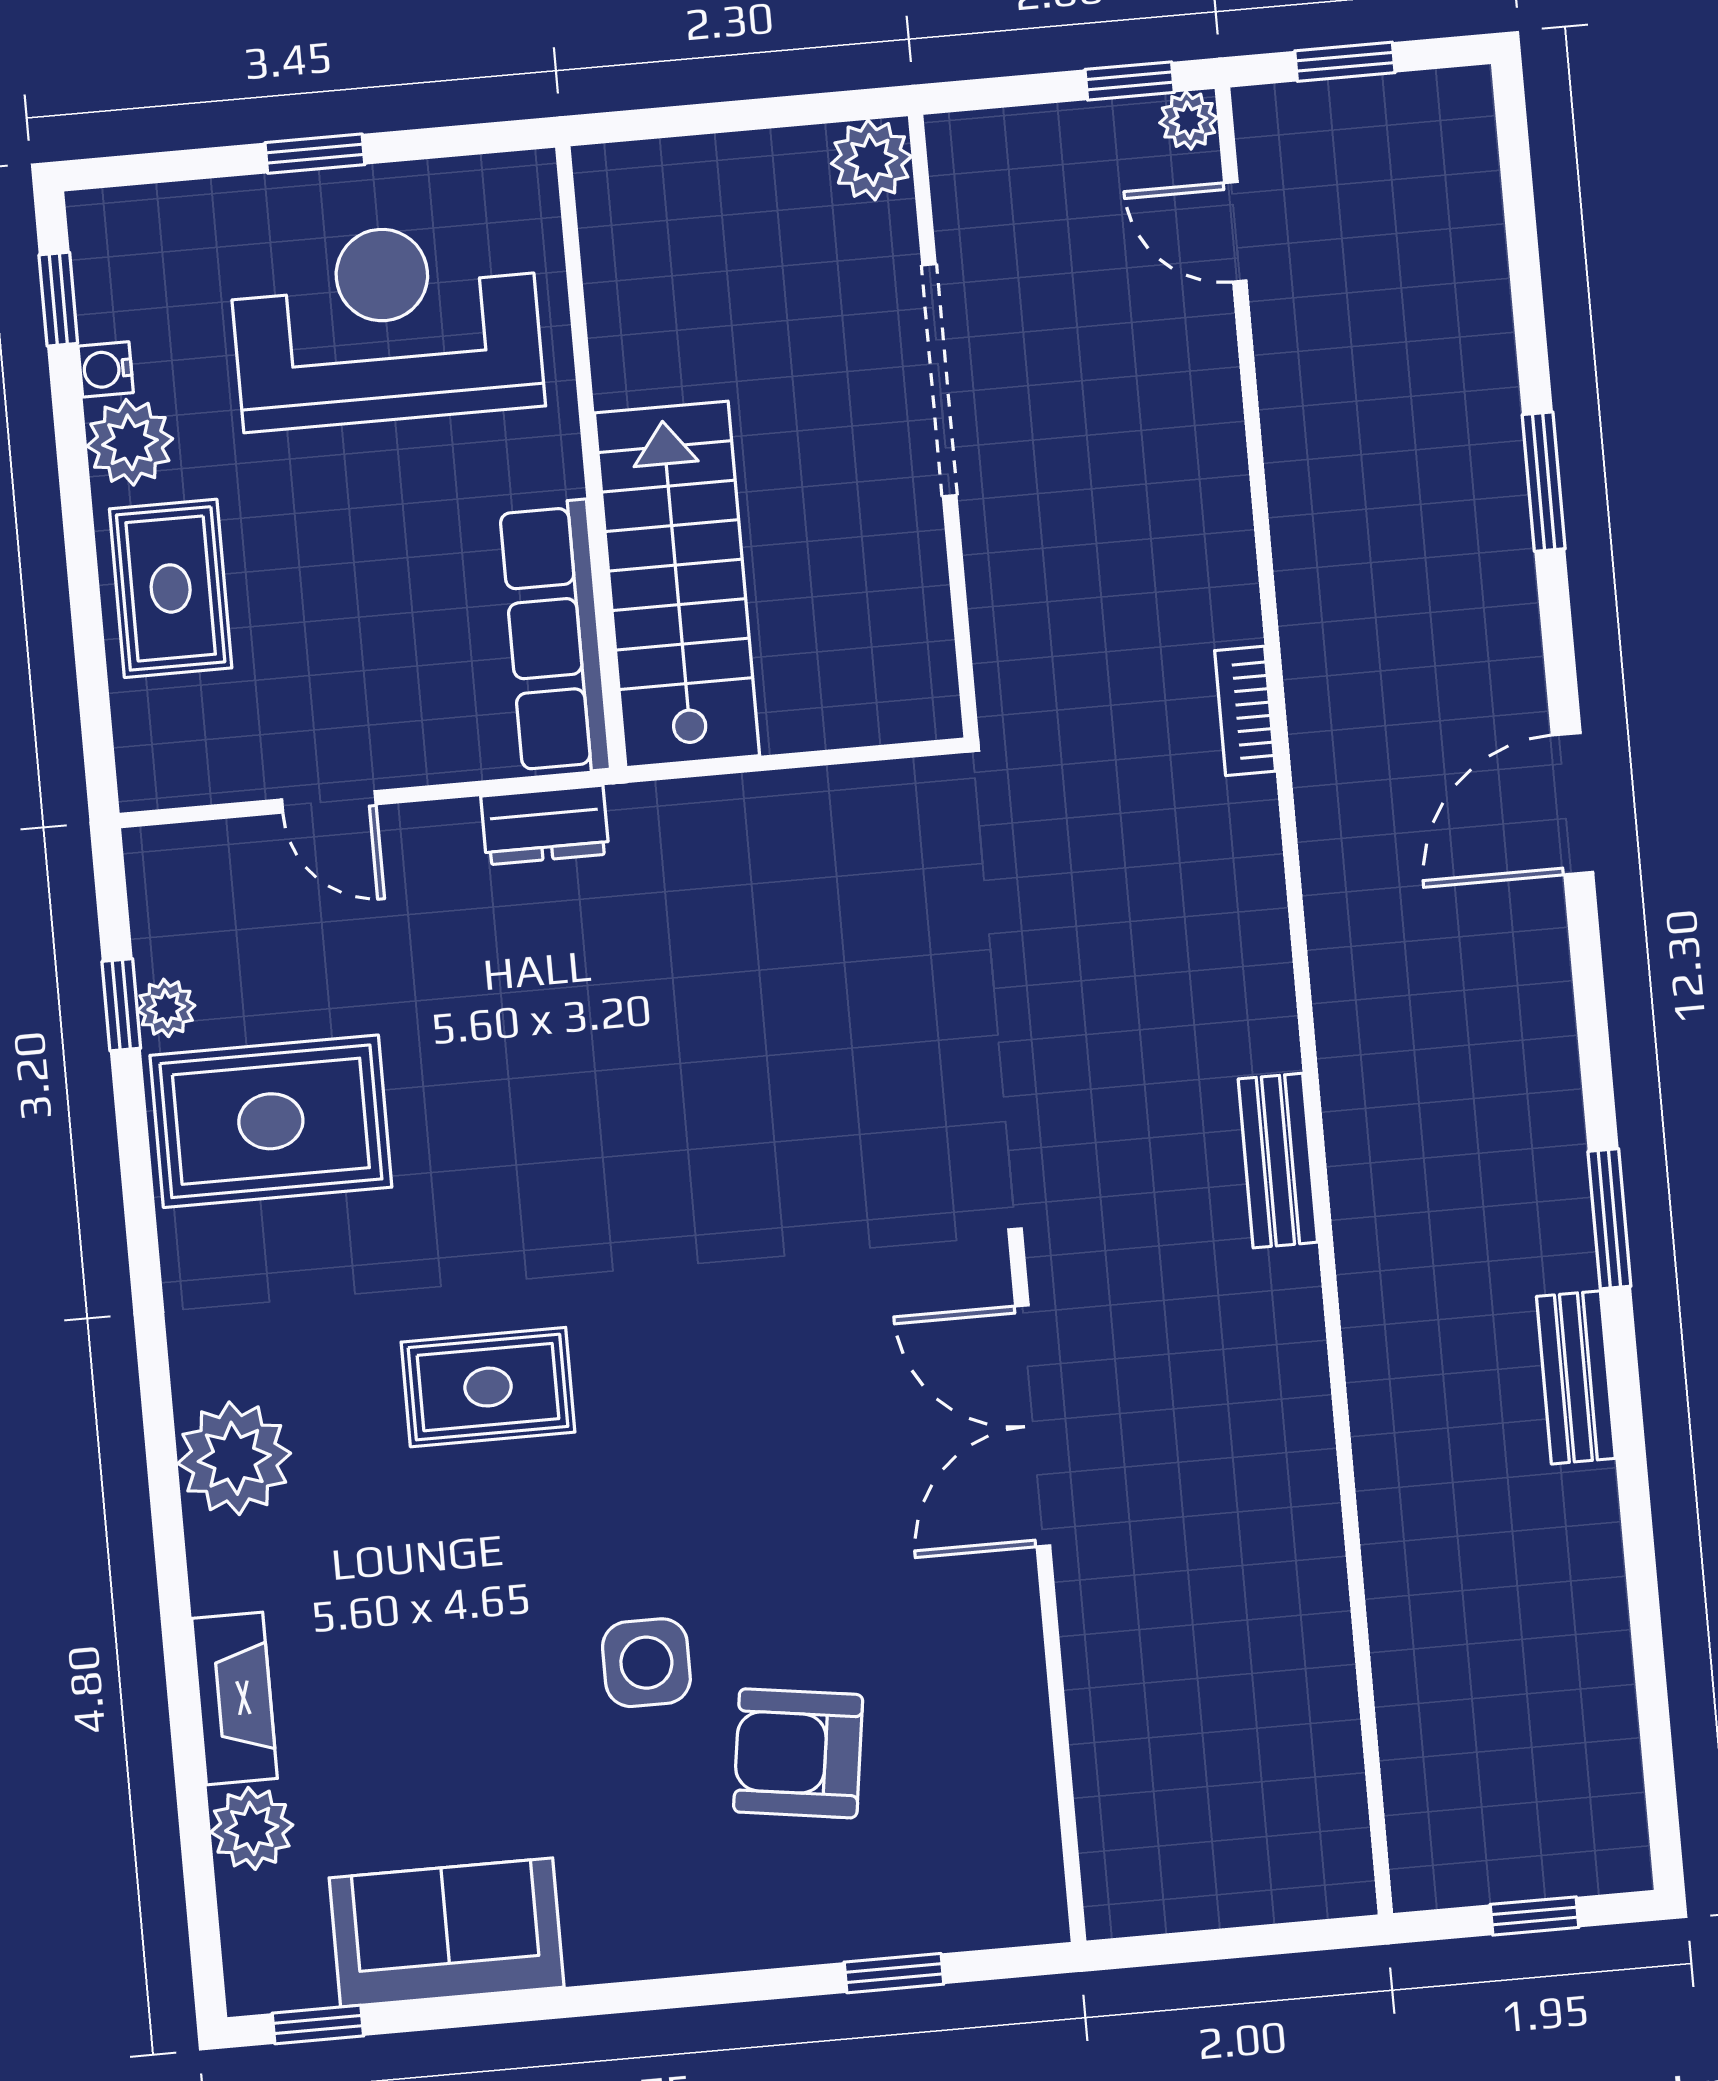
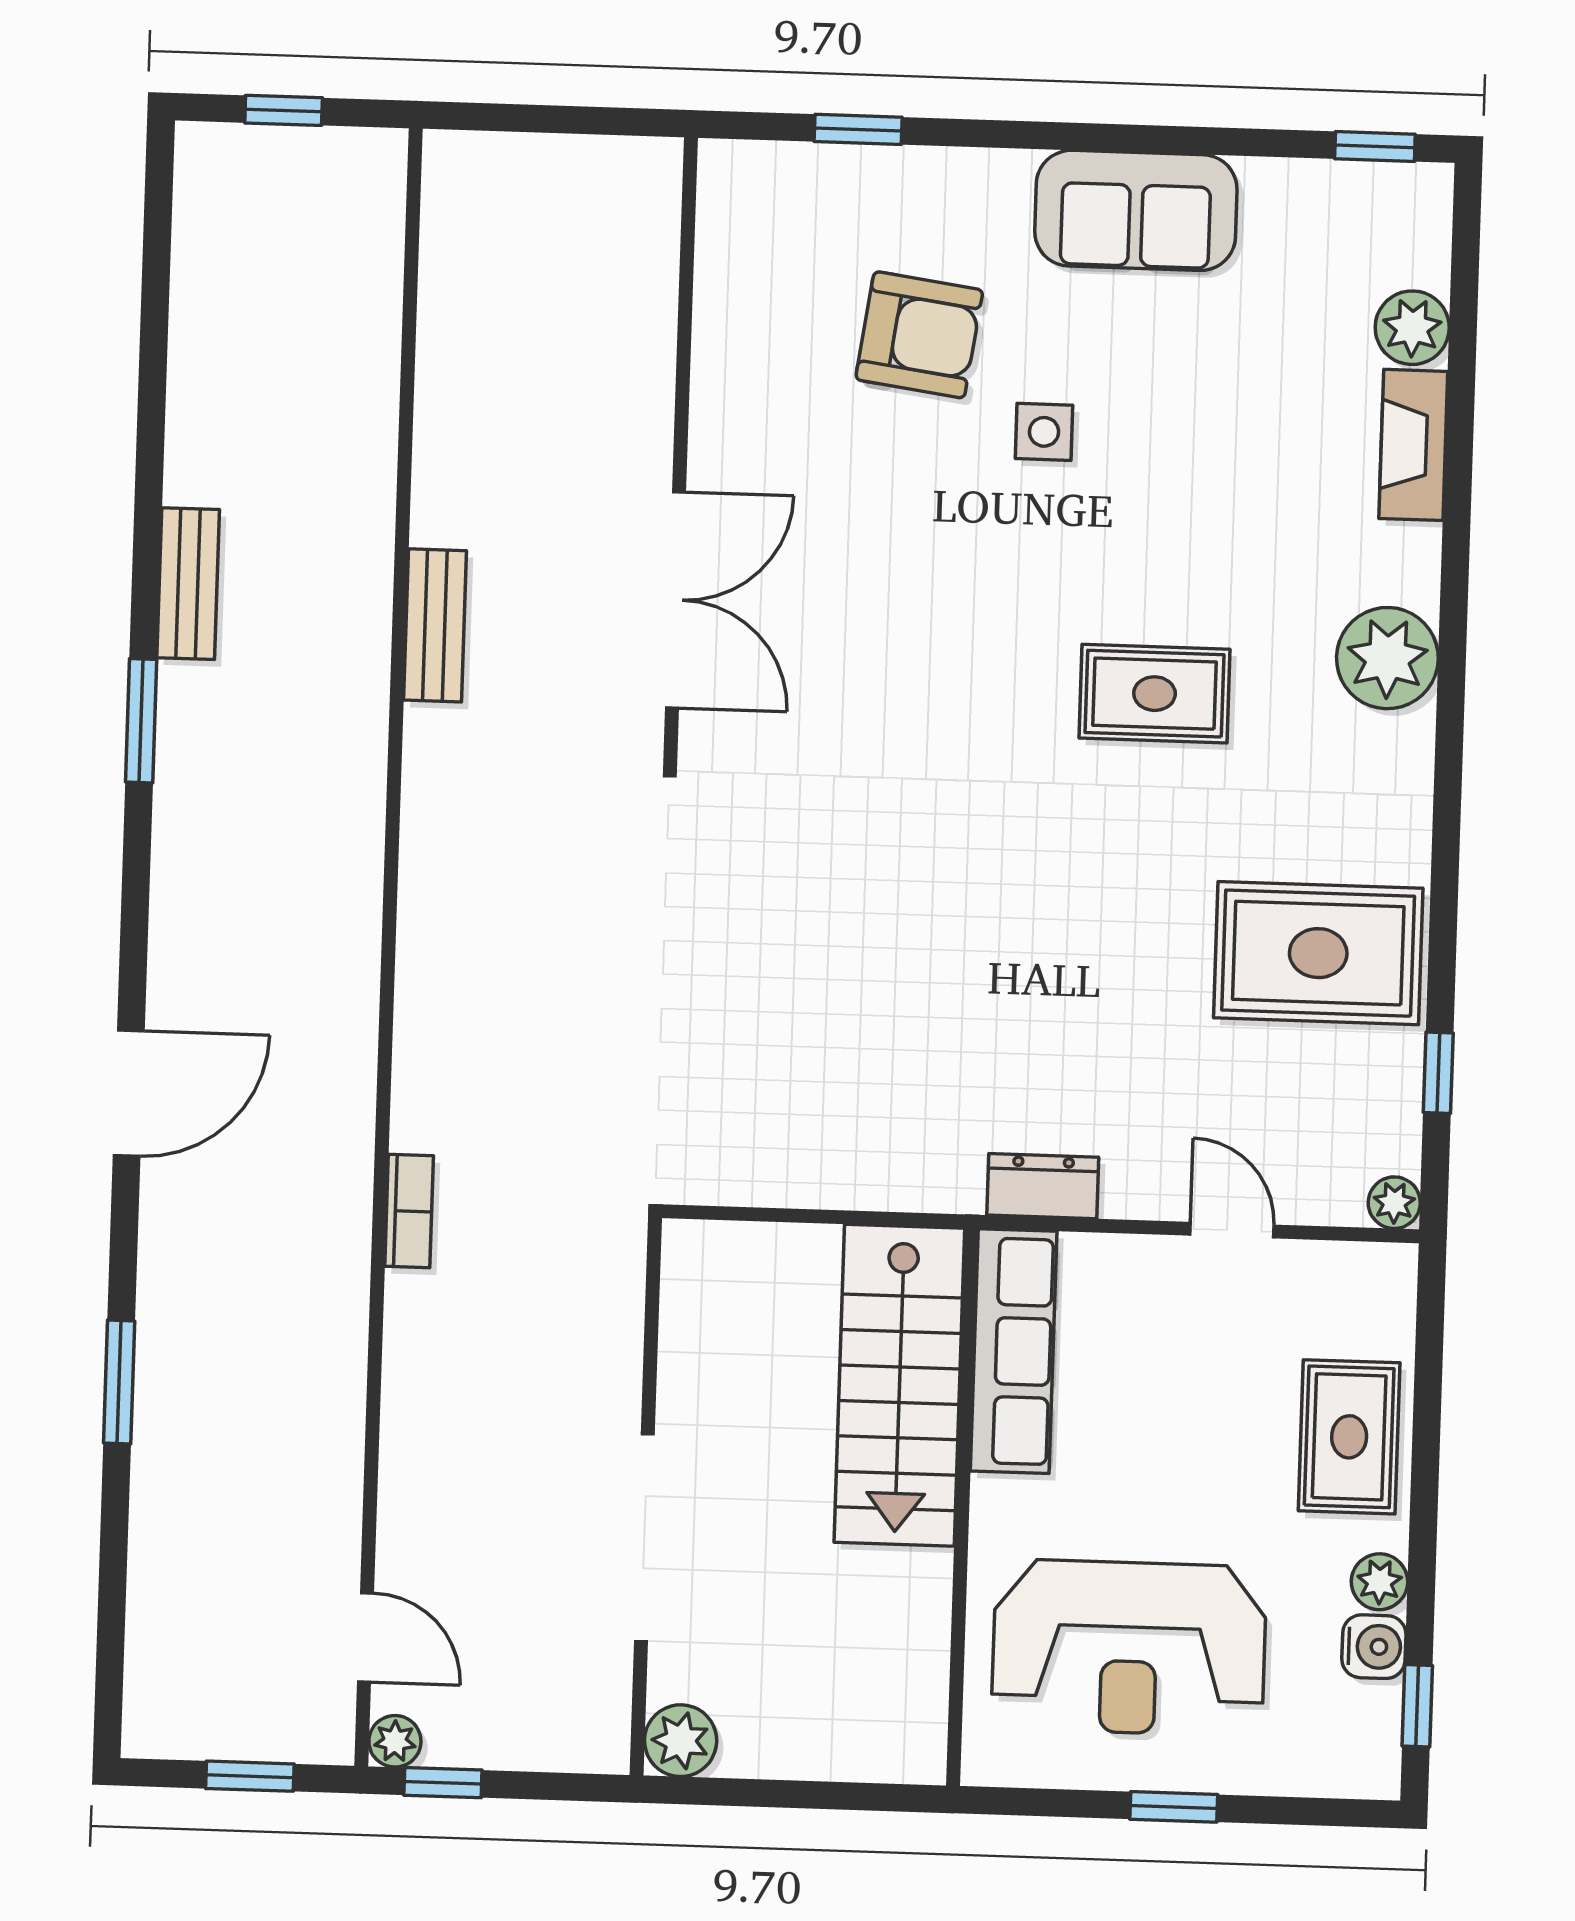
water cooler: (106, 369) -> (1374, 1647), width x1.38, depth x1.38
plant: (130, 442) -> (1380, 1582), width x0.73, depth x0.73
plant: (166, 1008) -> (1394, 1203), moved
bench: (1278, 1161) -> (435, 625), moved
side table: (646, 1663) -> (1044, 432), width x0.73, depth x0.73
sofa: (447, 1932) -> (1136, 210), moved

